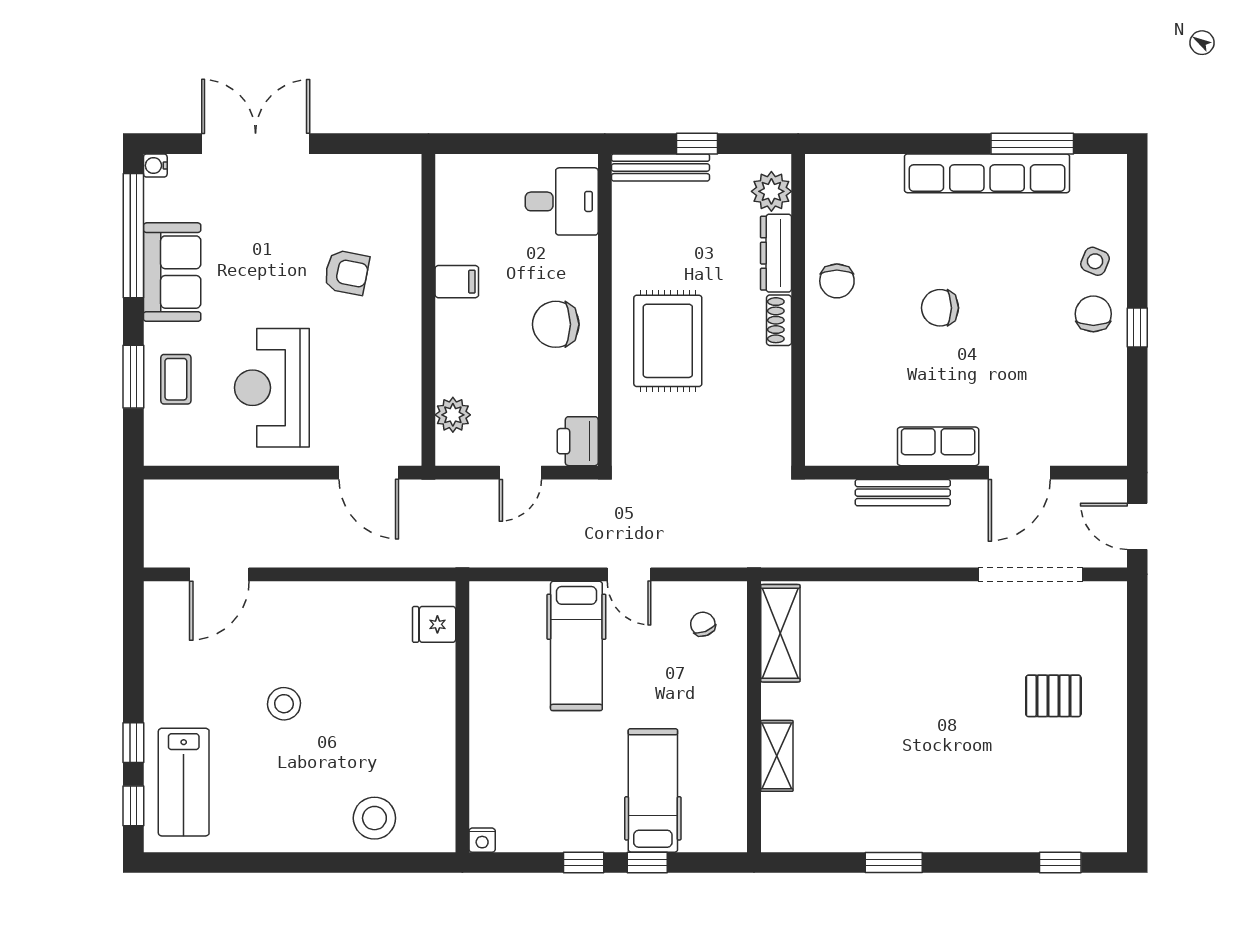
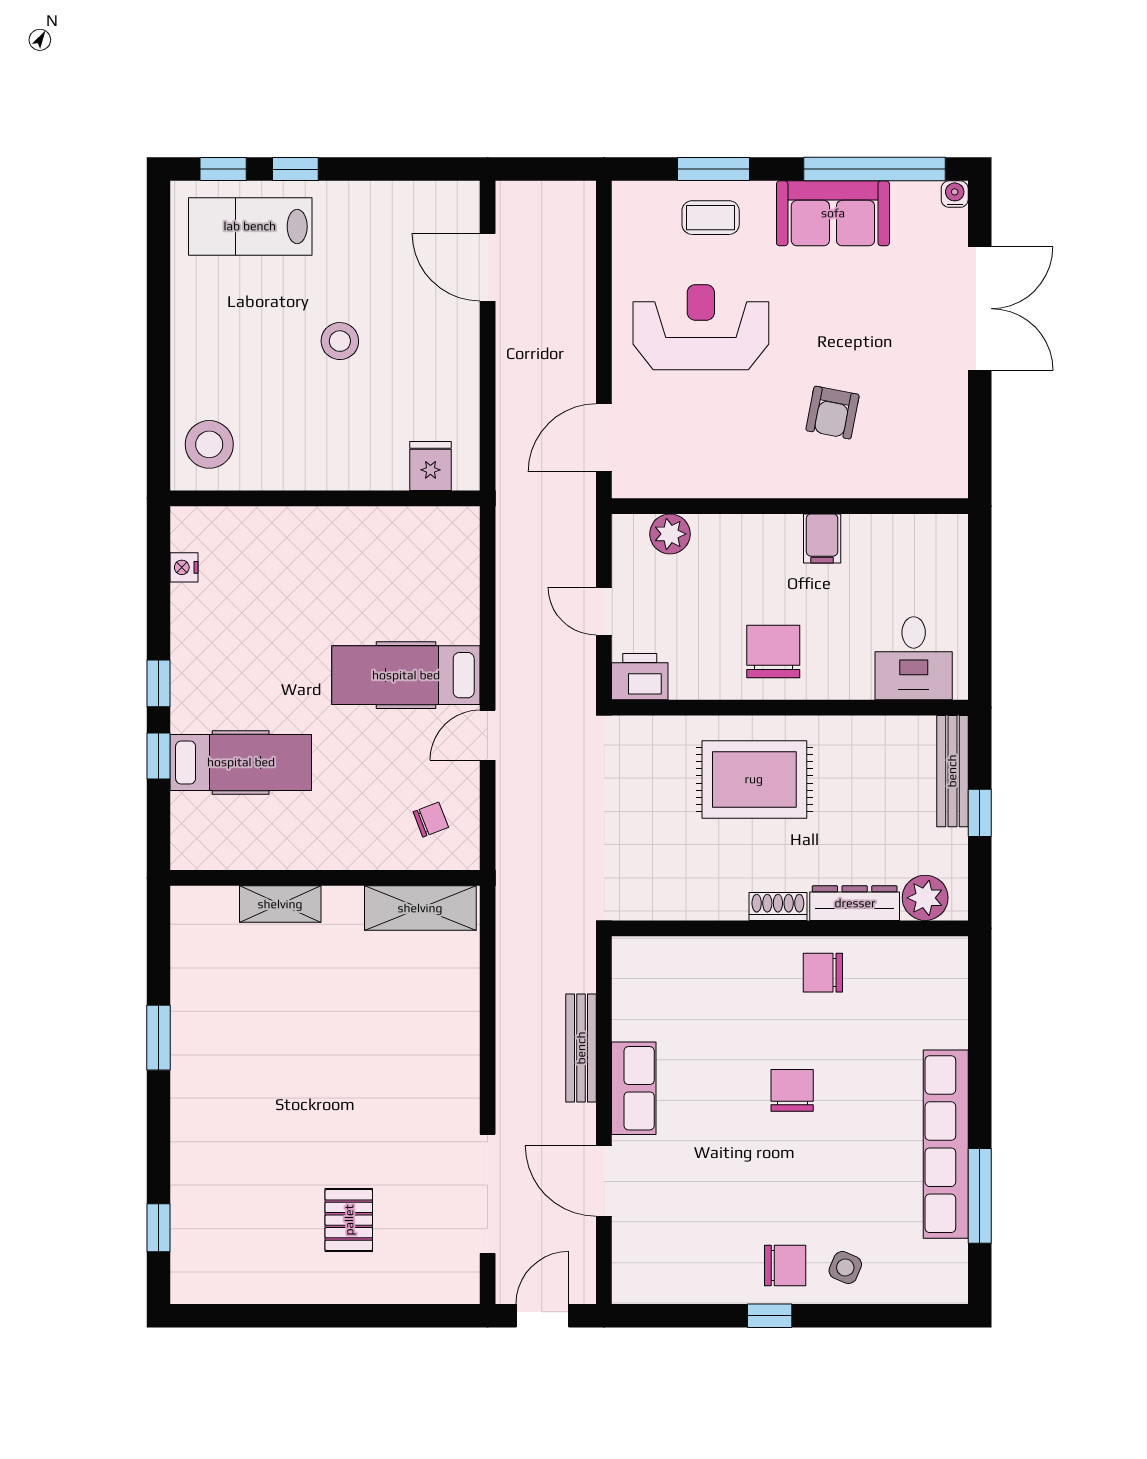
fridge: (434, 624) -> (430, 466), moved
wall: (462, 717) -> (325, 498), moved

